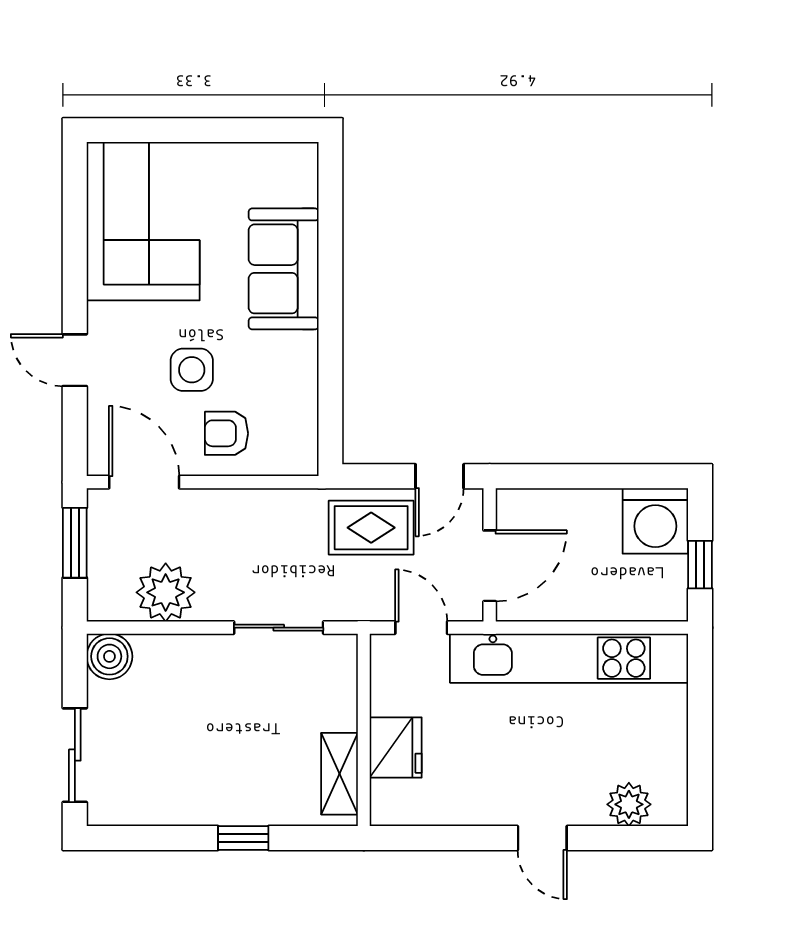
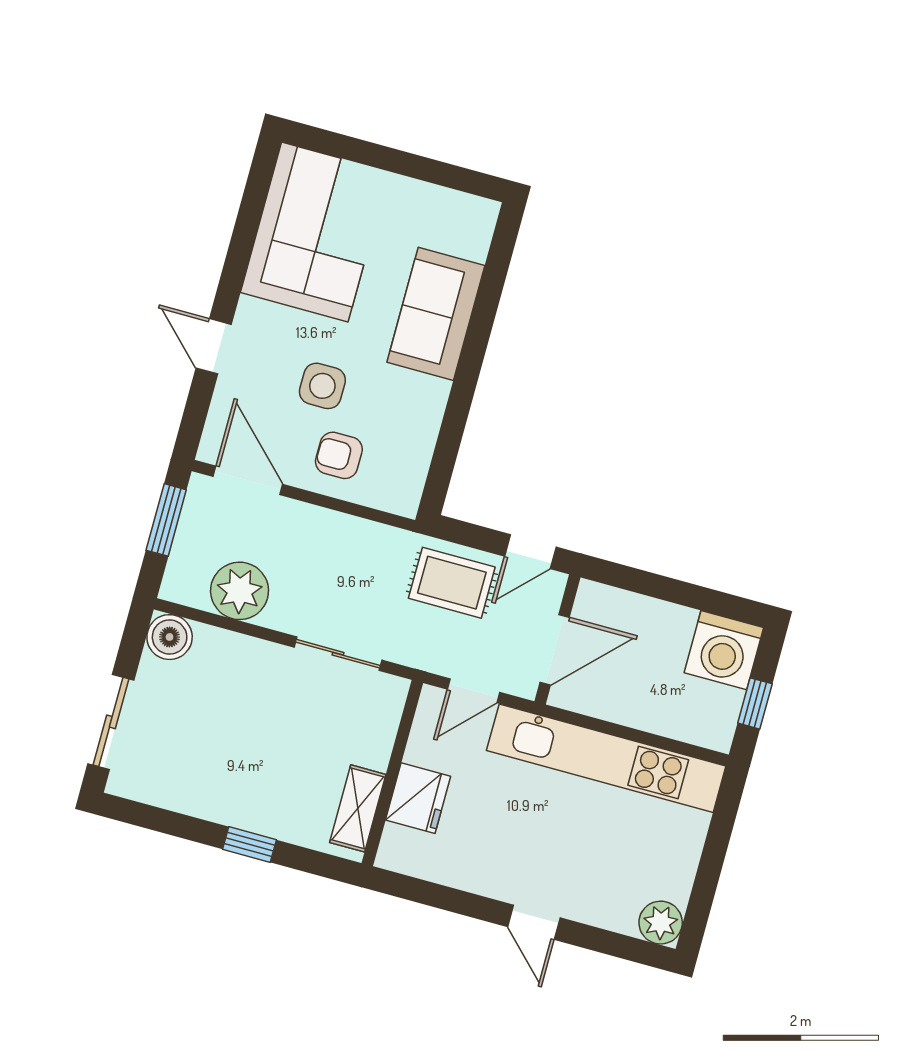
door: (421, 628) -> (473, 691), swing flipped
plant: (629, 804) -> (661, 923), moved

